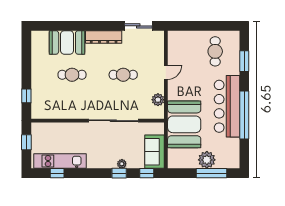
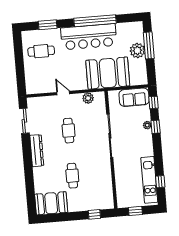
booth: (67, 42) -> (51, 203), moved, turned 90

